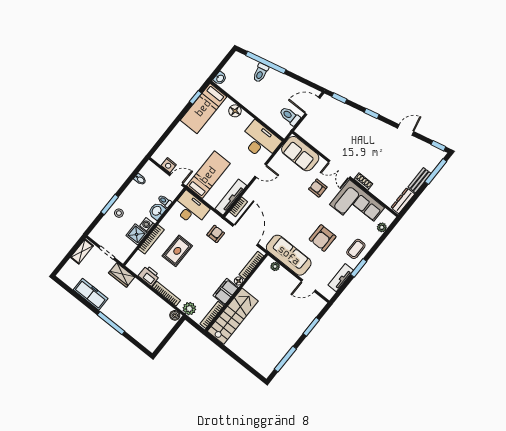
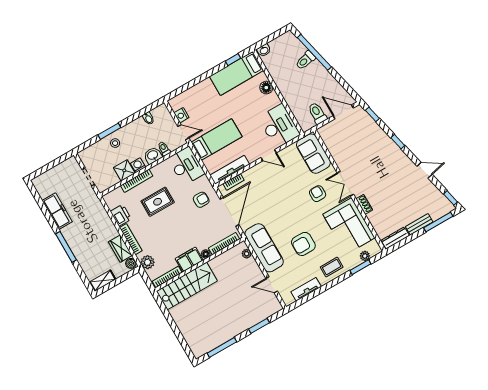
shelving: (82, 252) -> (103, 281), moved
window: (359, 268) -> (360, 267), moved
wardrobe: (122, 275) -> (120, 249), moved

